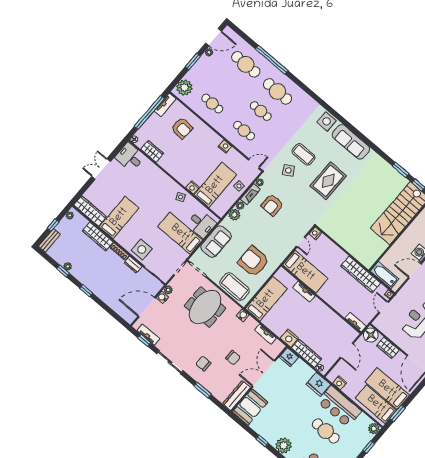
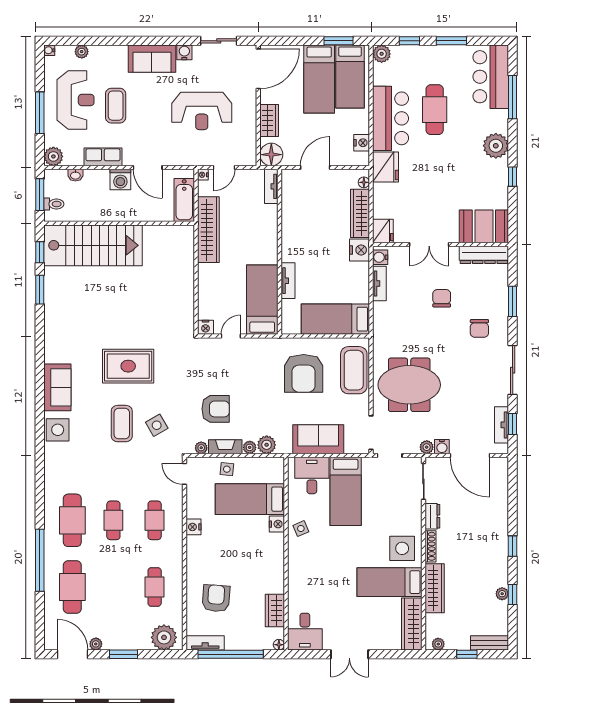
sofa: (351, 142) -> (57, 387), width x0.73
side table: (142, 249) -> (402, 548), moved
water cooler: (243, 315) -> (380, 257), moved
double door: (264, 374) -> (429, 244), width x0.73

